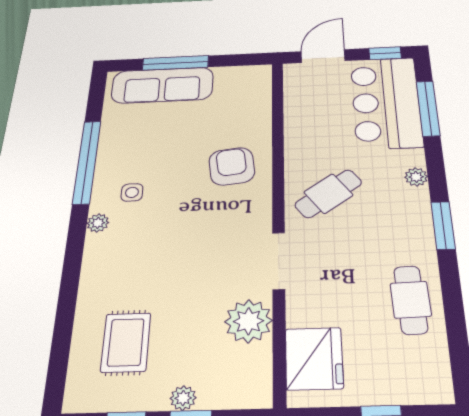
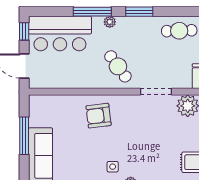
window: (175, 63) -> (24, 136), moved
window: (428, 108) -> (92, 12), moved

